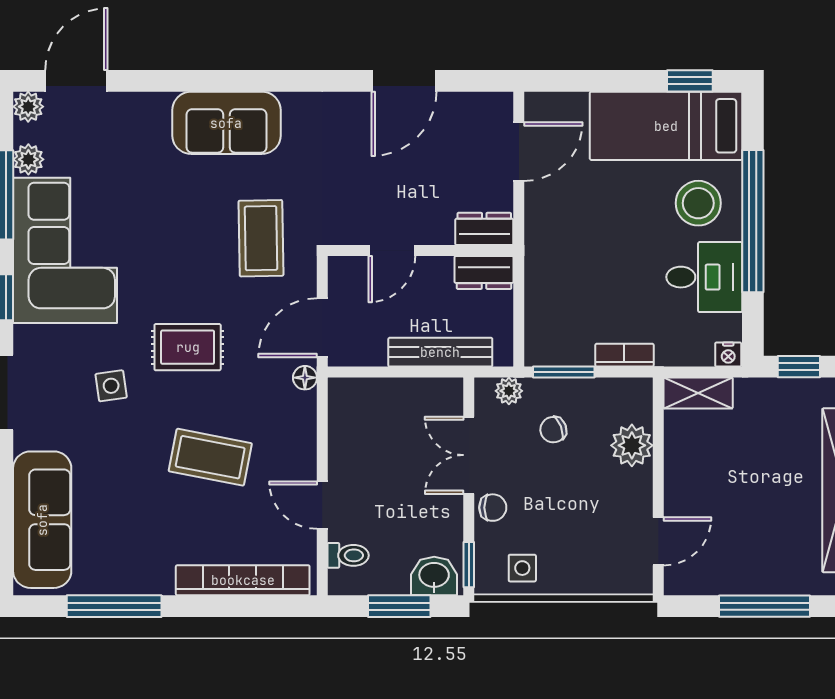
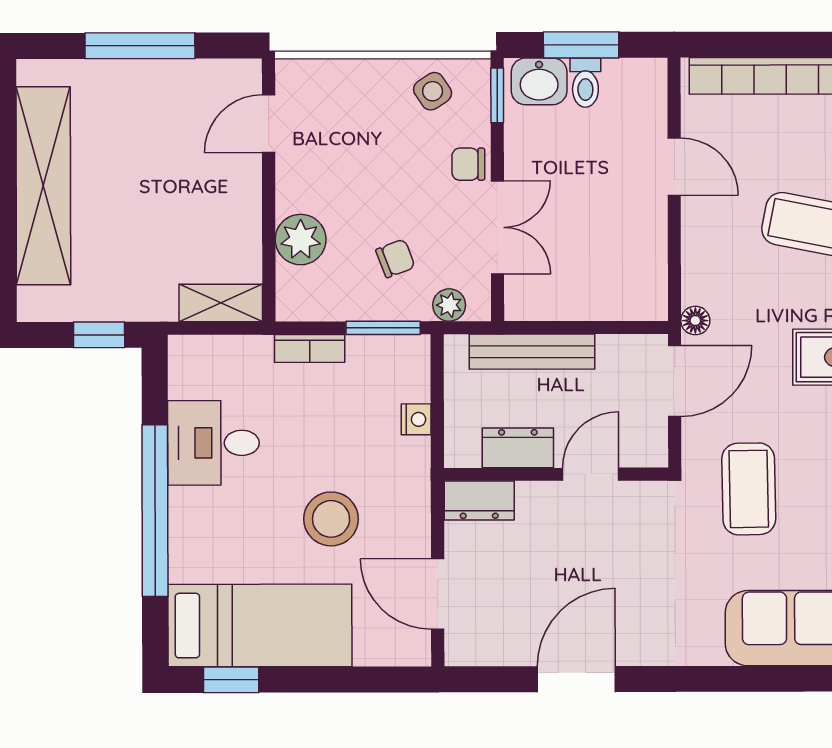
door: (519, 152) -> (438, 594), hinge flipped
stool: (698, 203) -> (331, 519), moved
dresser: (484, 272) -> (518, 448), moved
nightstand: (728, 355) -> (416, 419), moved, turned 90
toilet: (348, 555) -> (585, 83), moved, turned -90
side table: (522, 568) -> (433, 91), turned -34

